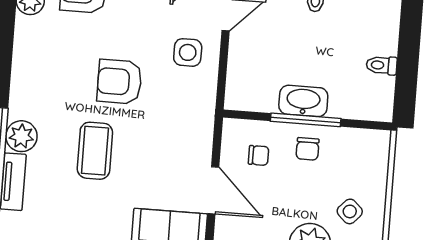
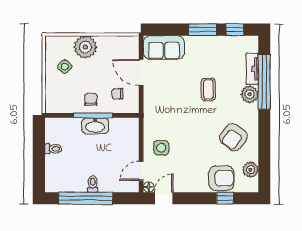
armchair: (119, 82) -> (234, 137), moved, turned 127
coffee table: (95, 151) -> (208, 89), width x0.73, depth x0.77

